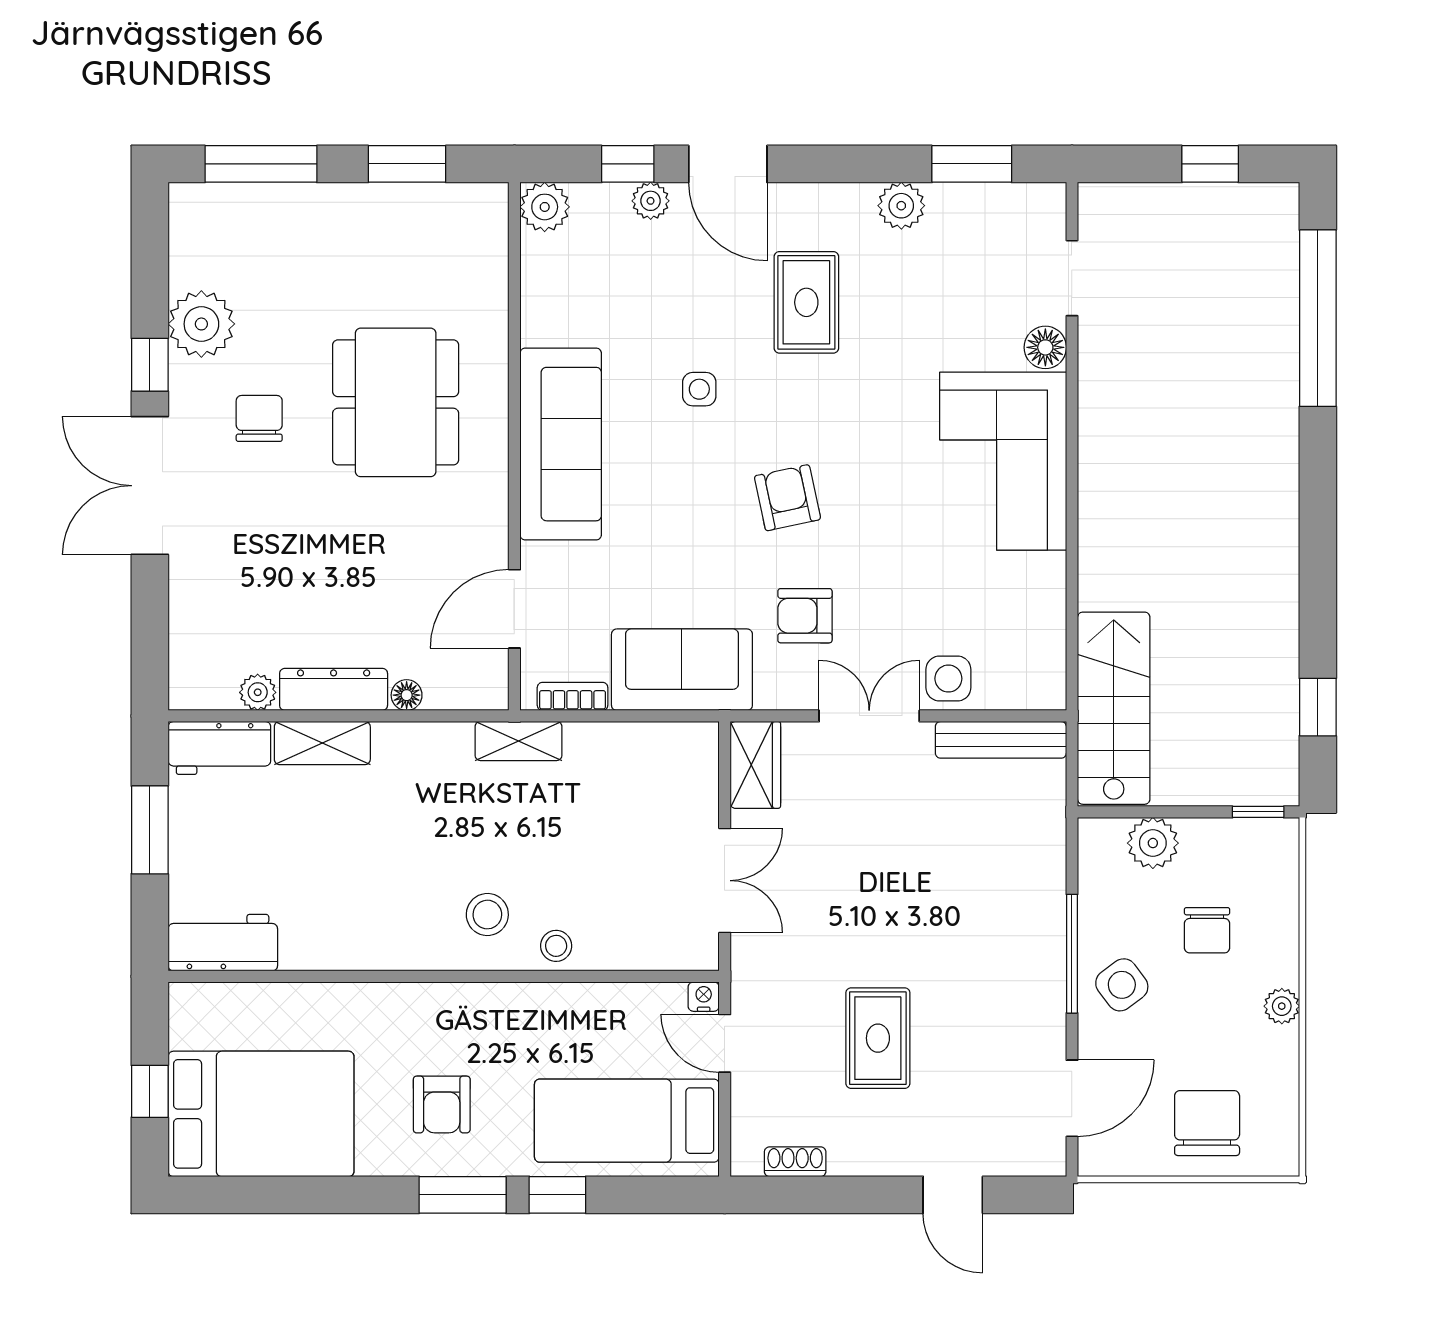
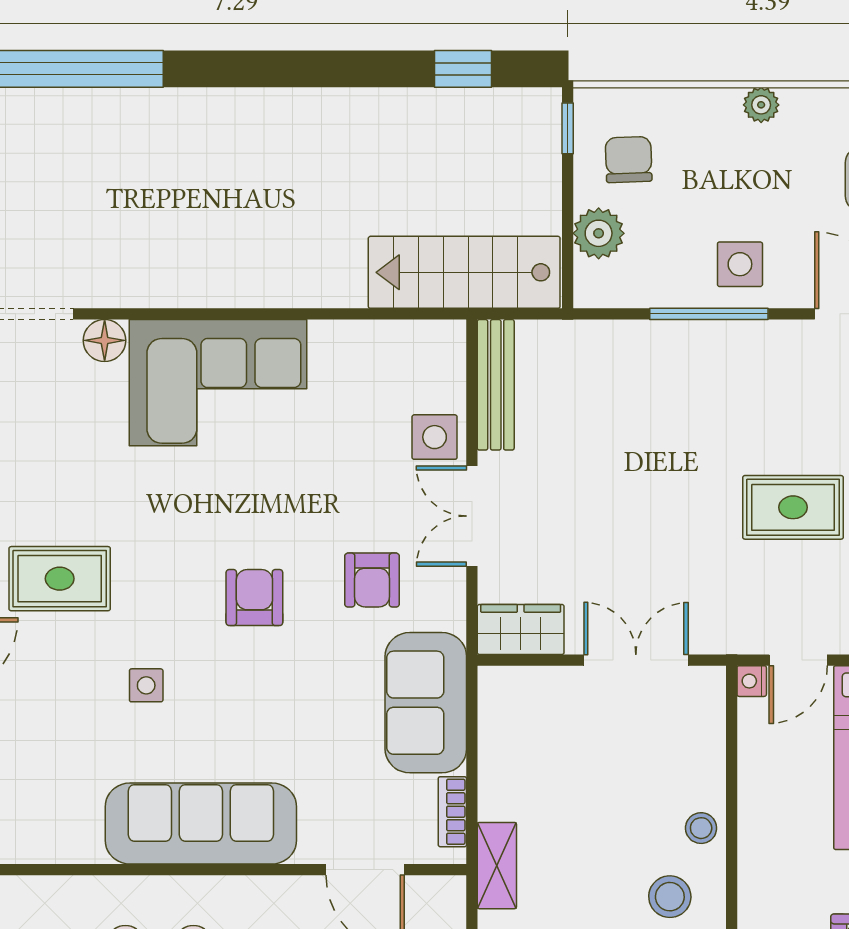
armchair: (787, 498) -> (254, 598), turned 102
chair: (1207, 930) -> (629, 160), moved, turned -92
side table: (1122, 985) -> (740, 264), turned 37

